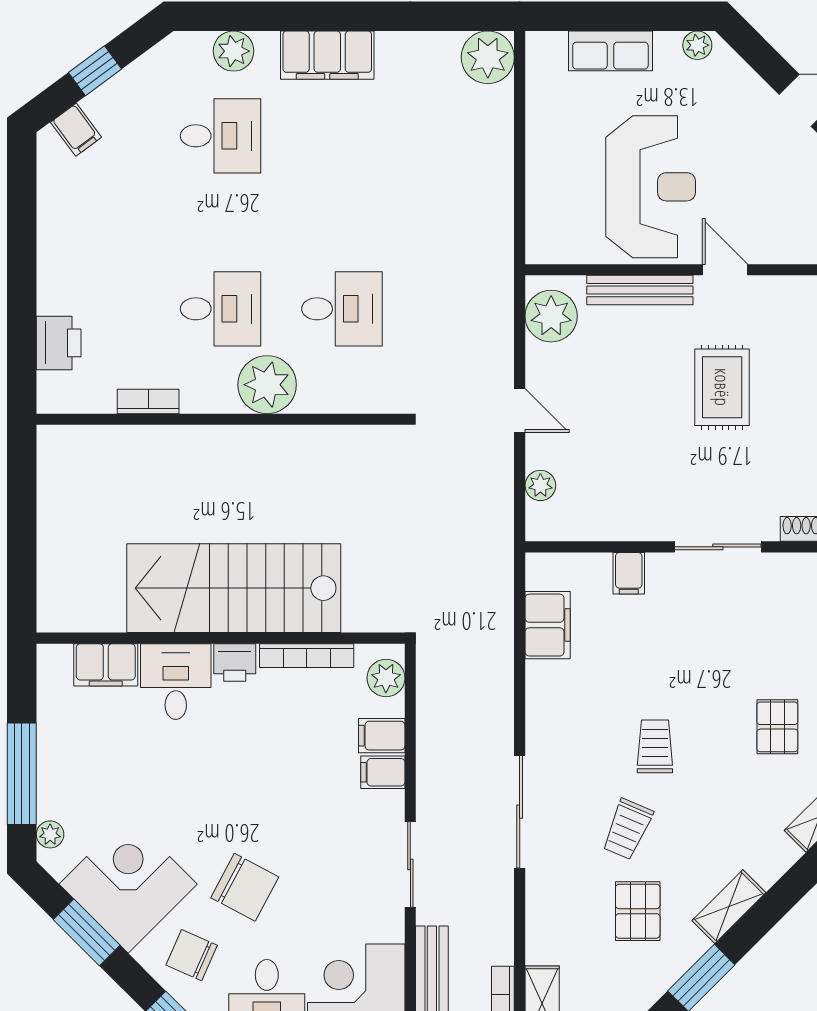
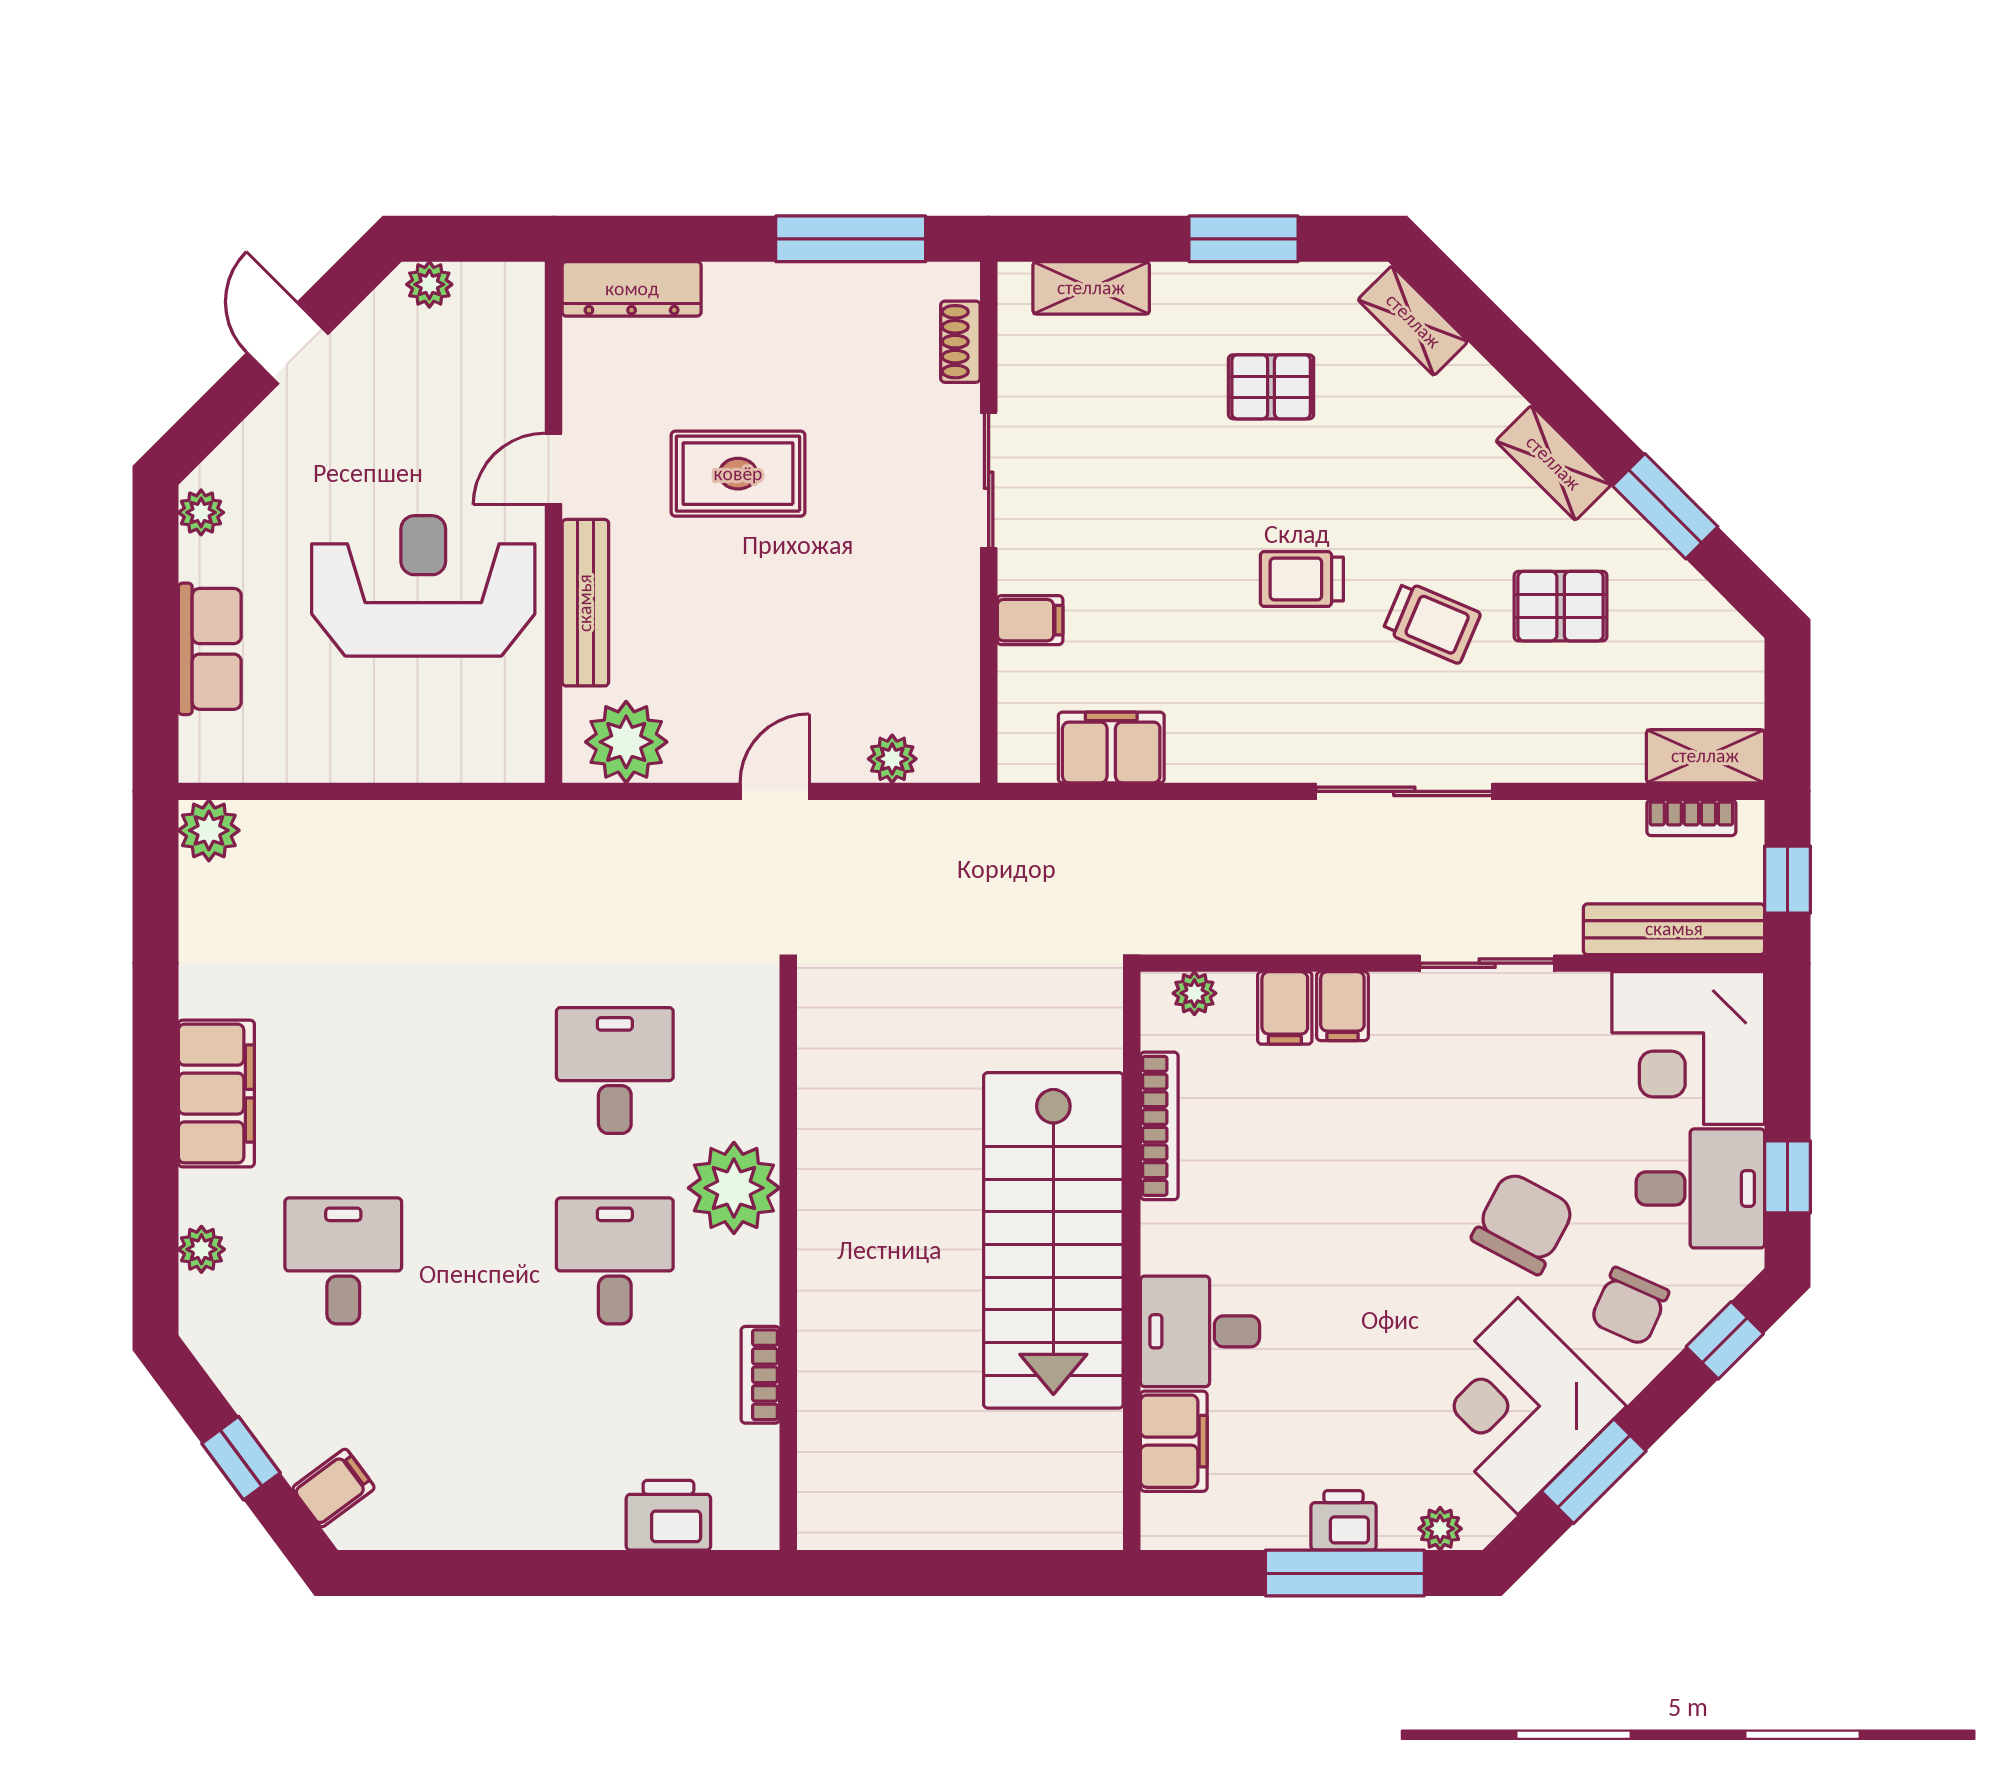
plant: (234, 51) -> (201, 1249), width x0.73, depth x0.73
plant: (488, 57) -> (209, 830), width x0.73, depth x0.73
printer: (235, 663) -> (1344, 1520), moved, turned -90
plant: (386, 678) -> (1194, 993), width x0.73, depth x0.73

